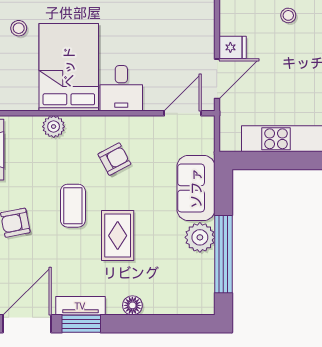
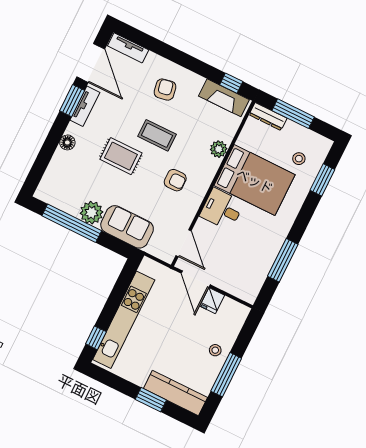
armchair: (114, 159) -> (175, 180), turned -62

